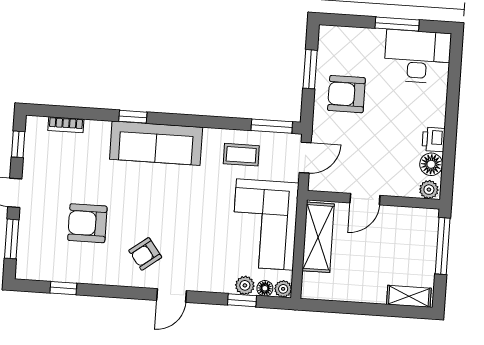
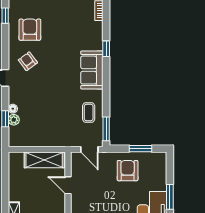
sofa: (156, 143) -> (92, 70), width x0.73
armchair: (87, 223) -> (30, 30), moved
corner sofa: (265, 225) -> (49, 129), removed
floor lamp: (265, 288) -> (13, 109), moved
plant: (283, 289) -> (13, 142), removed

